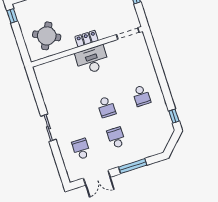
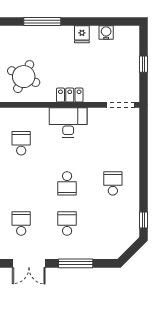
school desk: (61, 88) -> (21, 143), added
school desk: (141, 96) -> (113, 183), turned 180

